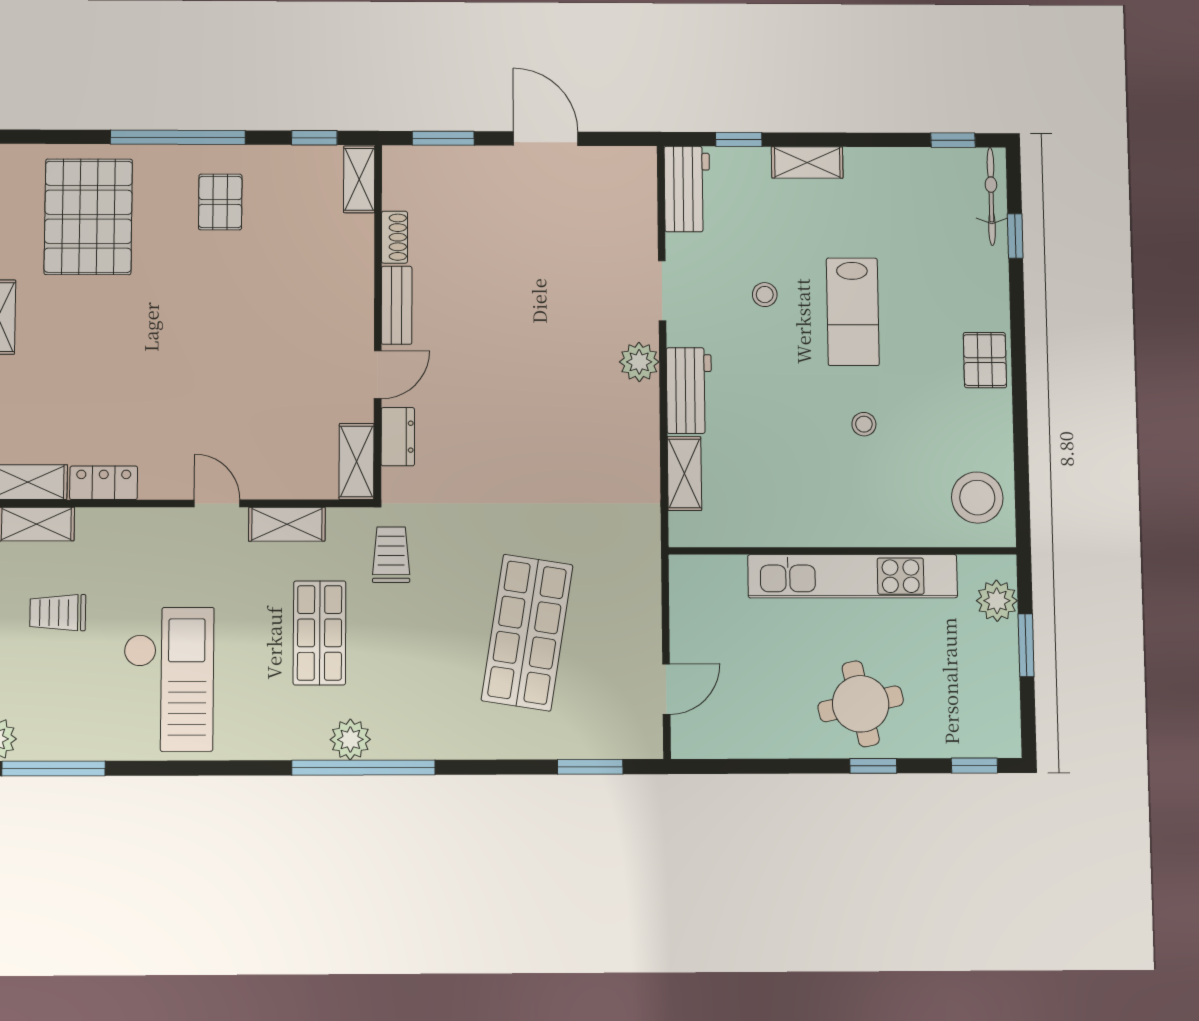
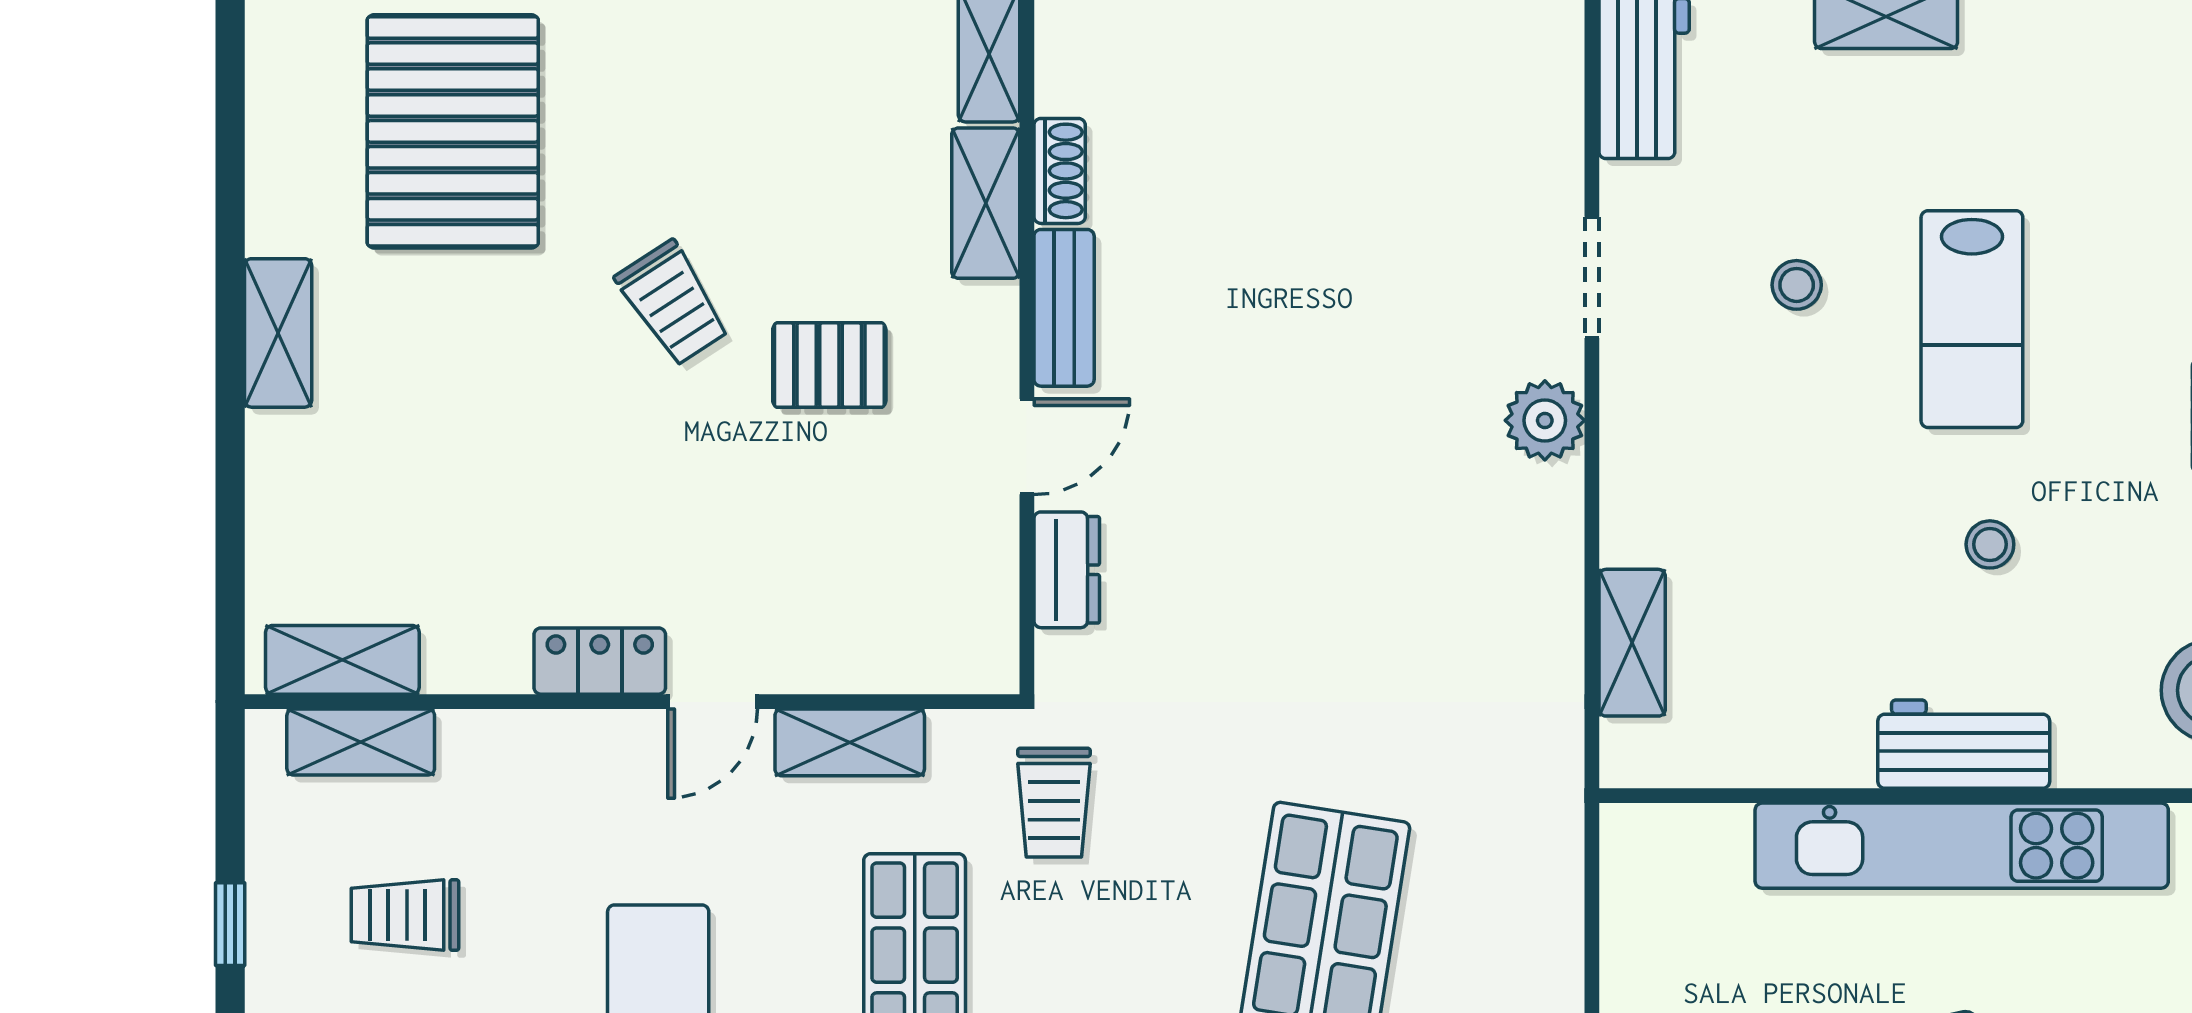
pallet: (220, 202) -> (829, 365), moved, turned 90
trolley: (199, 303) -> (673, 303), added
workbench: (689, 391) -> (1964, 744), moved, turned -90
shelving: (357, 461) -> (986, 203), moved
locker: (104, 483) -> (600, 661), moved
door: (217, 503) -> (713, 702), swing flipped
trolley: (391, 555) -> (1054, 803), turned 180

